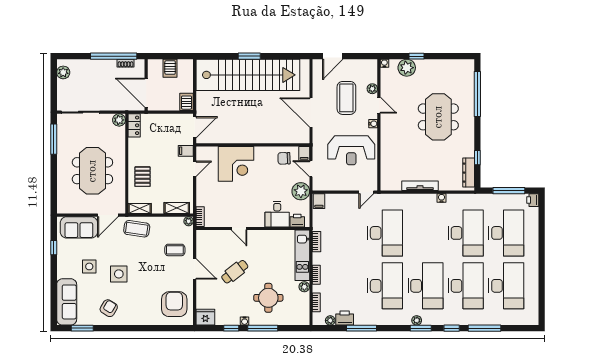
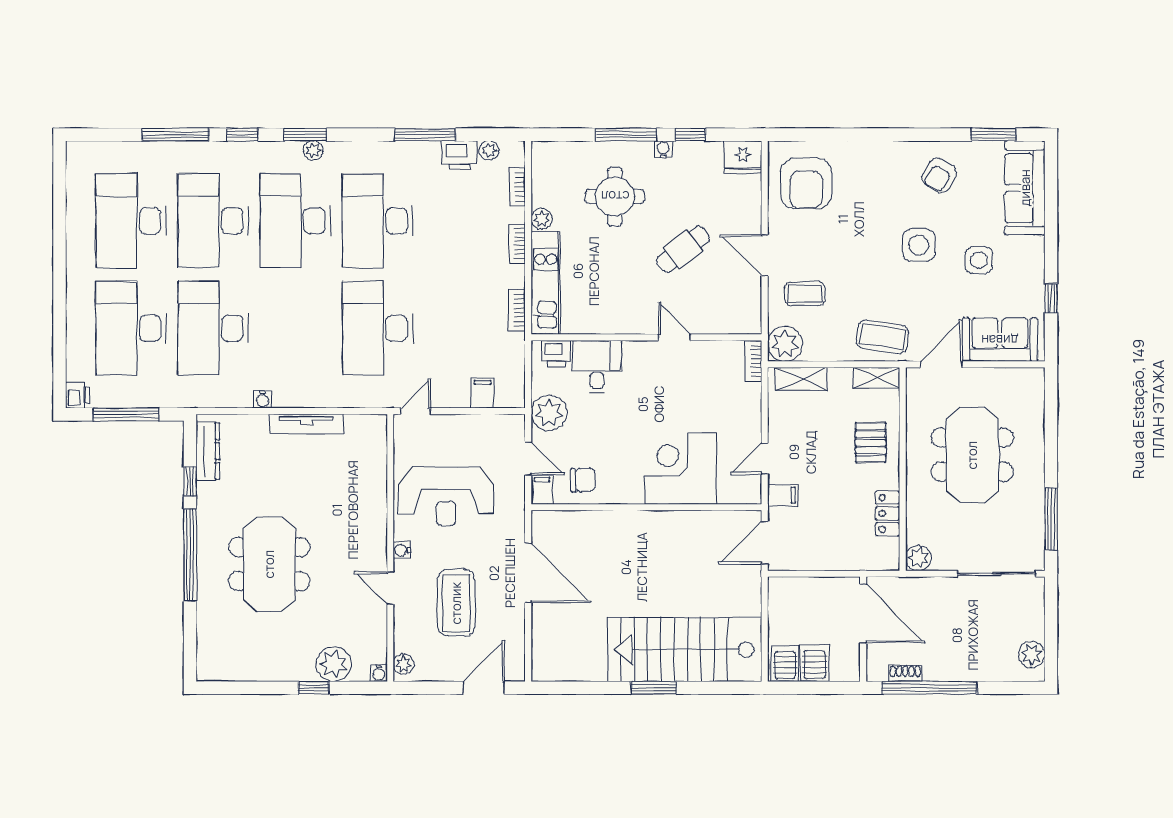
stairs: (248, 75) -> (685, 649), width x0.73
plant: (372, 89) -> (403, 664), moved
window: (477, 94) -> (190, 555), moved
server rack: (187, 102) -> (785, 664), moved, turned 180
locker: (134, 125) -> (888, 513), moved
reception desk: (351, 150) -> (446, 496), turned 180
filing cabinet: (319, 201) -> (483, 393), moved
plant: (189, 221) -> (785, 344), width x1.88, depth x1.88

